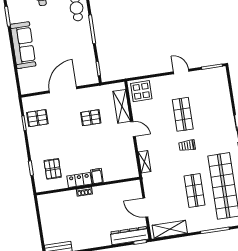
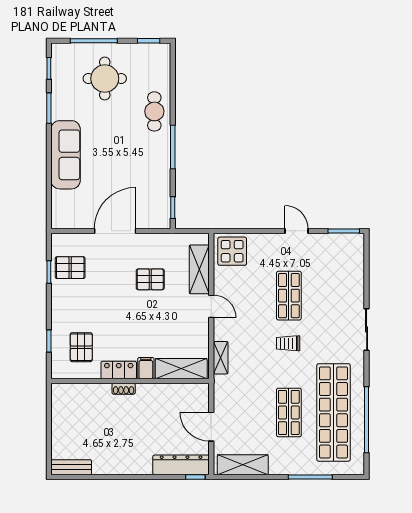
shelving: (120, 173) -> (181, 369), added

